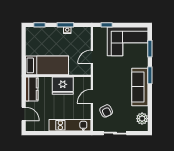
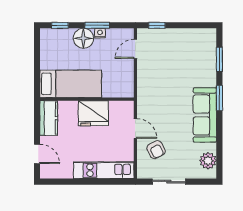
floor lamp: (56, 34) -> (83, 38), added
corner sofa: (128, 41) -> (187, 49), removed
door: (92, 57) -> (135, 49), moved
door: (92, 96) -> (135, 128), swing flipped

